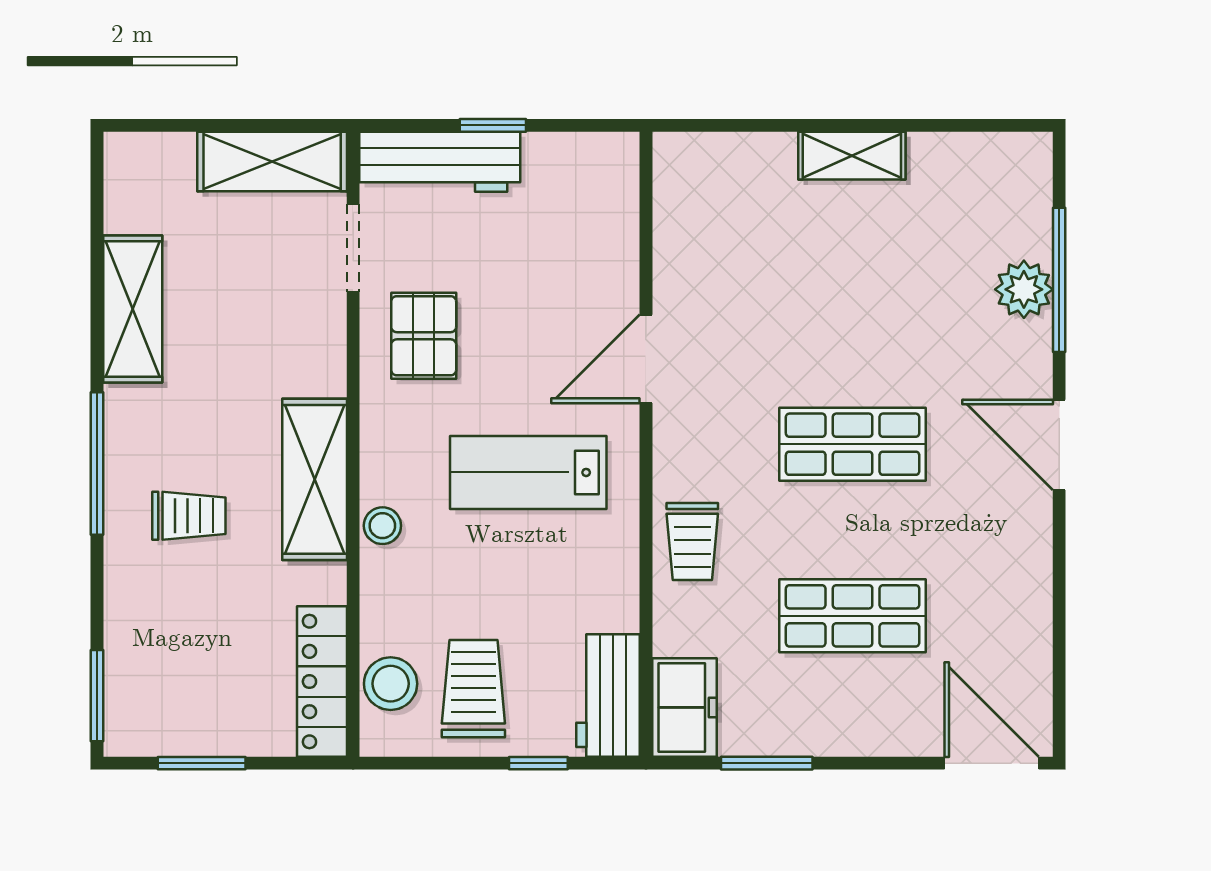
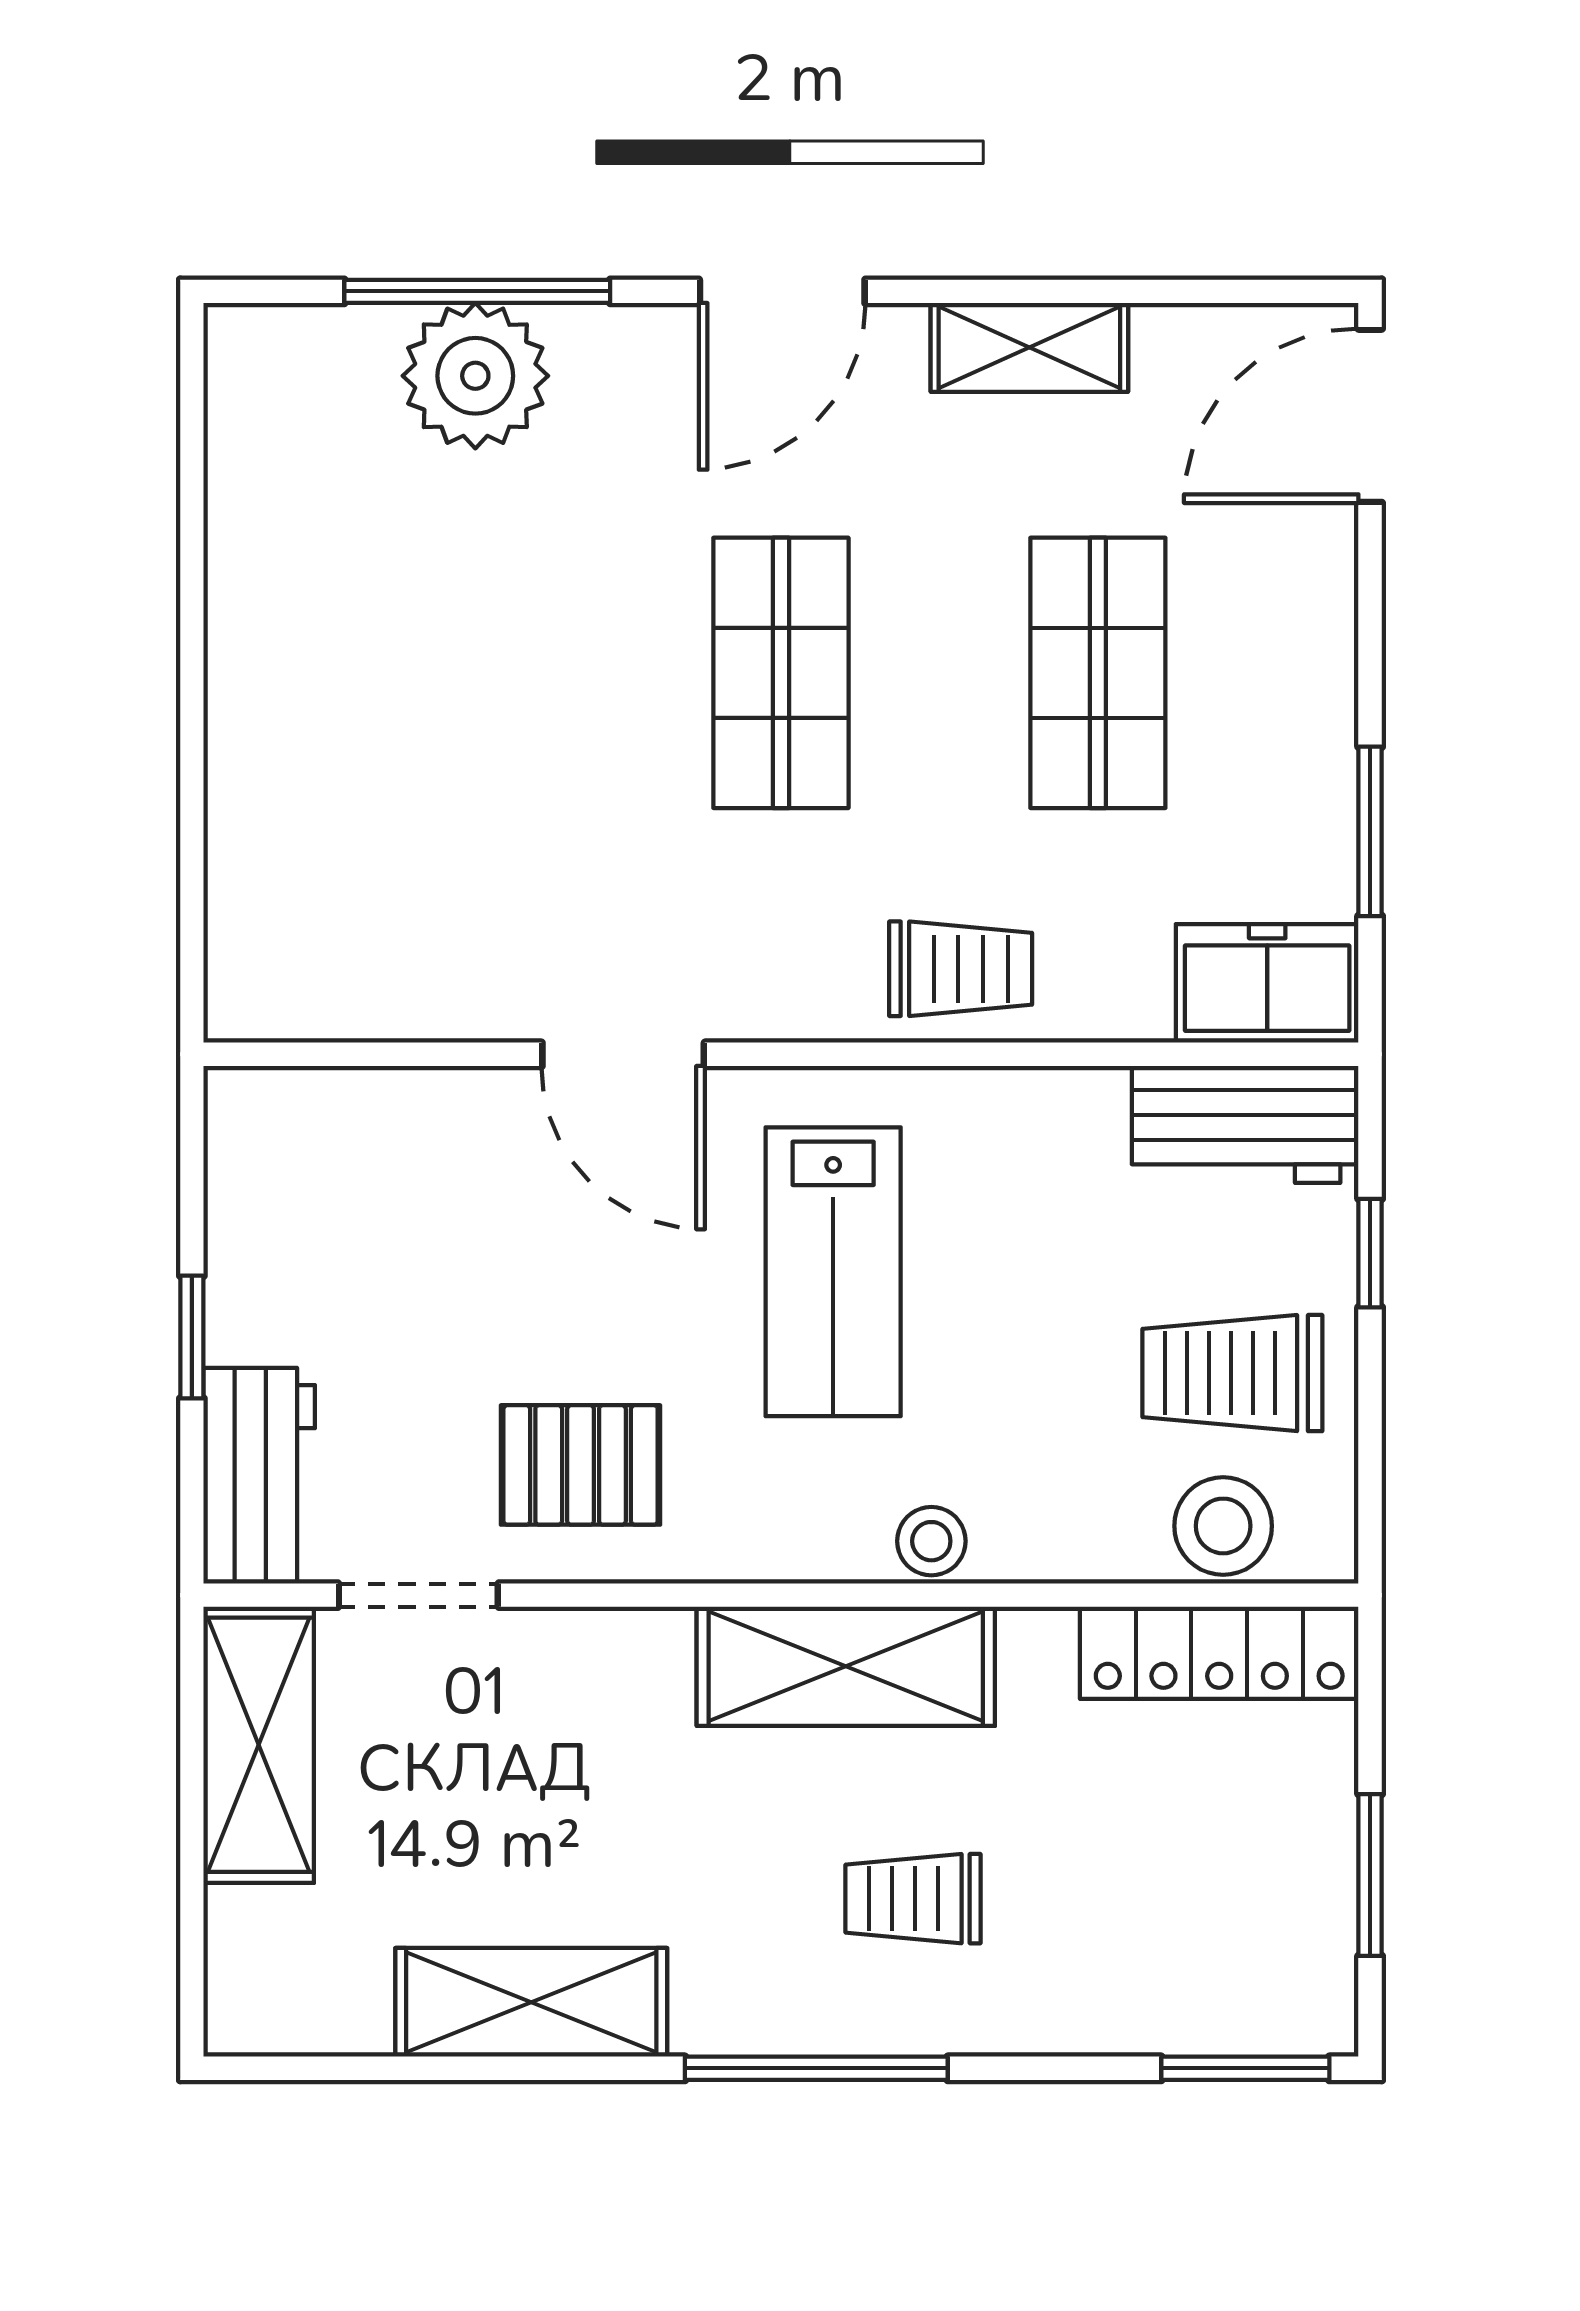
shelving: (852, 156) -> (1029, 347), moved, turned 90
workbench: (440, 162) -> (259, 1476), width x0.73
plant: (1024, 289) -> (475, 376), width x1.36, depth x1.36
trolley: (189, 516) -> (913, 1899), turned -90

